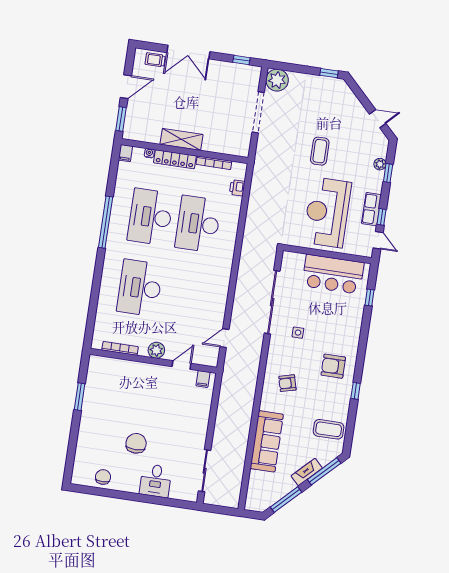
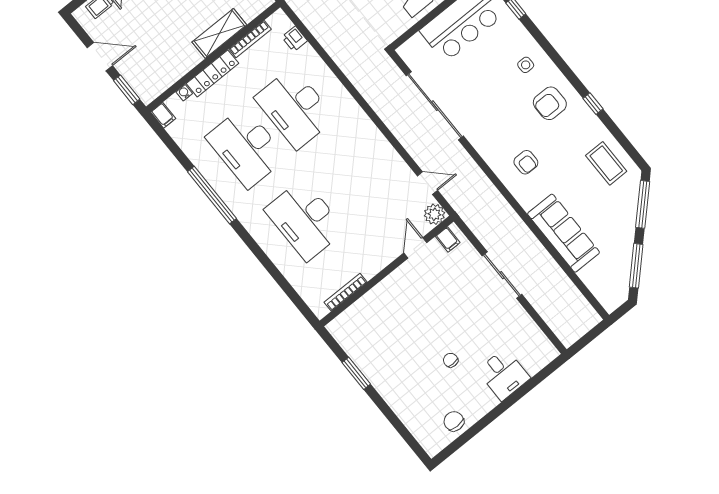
door: (126, 87) -> (100, 57), hinge flipped
shelving: (181, 139) -> (219, 33), moved
side table: (298, 333) -> (526, 65), moved
door: (224, 338) -> (427, 183), swing flipped
plant: (156, 350) -> (434, 214), moved
armchair: (287, 383) -> (526, 162), turned -75
coffee table: (329, 429) -> (606, 163), turned 90
chair: (136, 443) -> (451, 360), width x0.54, depth x0.54
sliding door: (205, 471) -> (502, 275), moved
fireplace: (307, 472) -> (628, 222), removed

